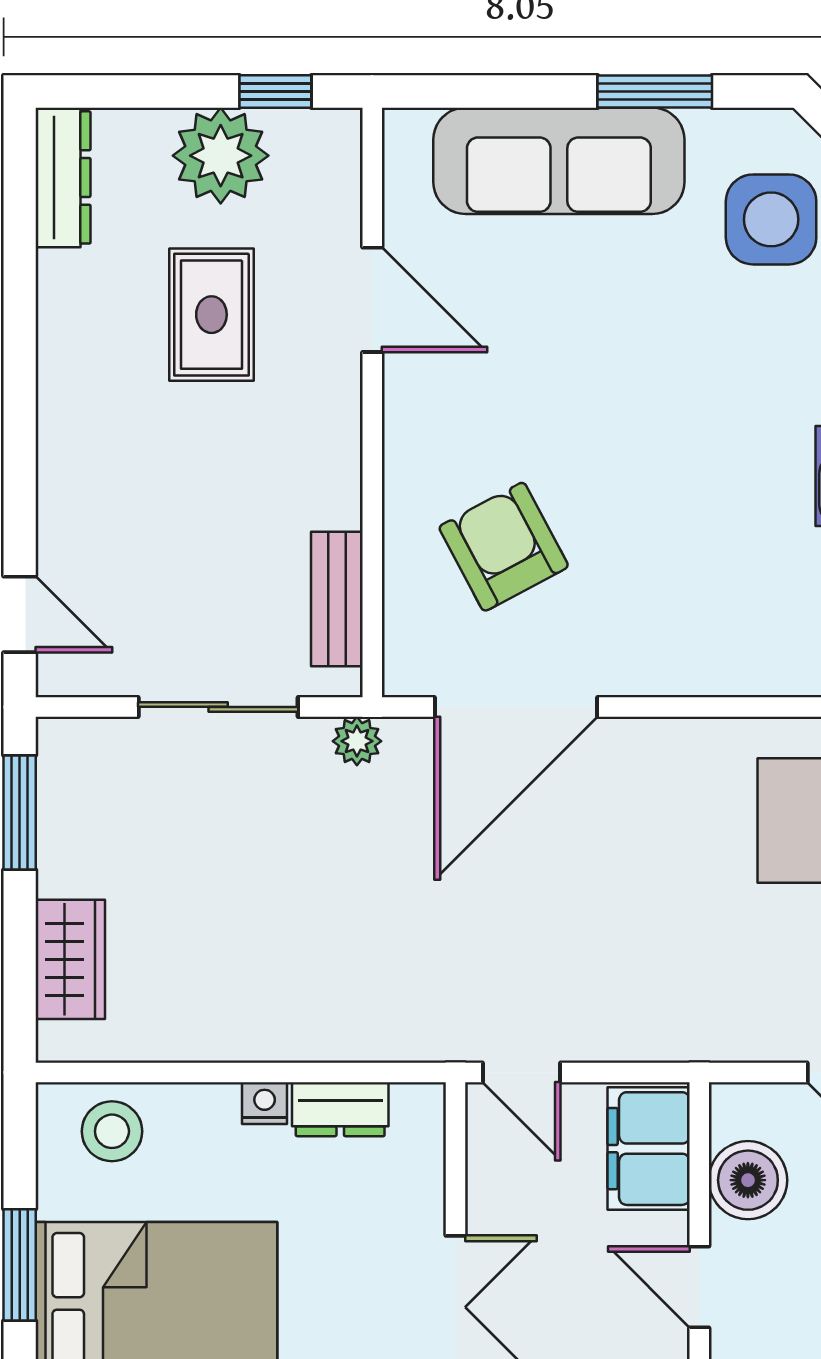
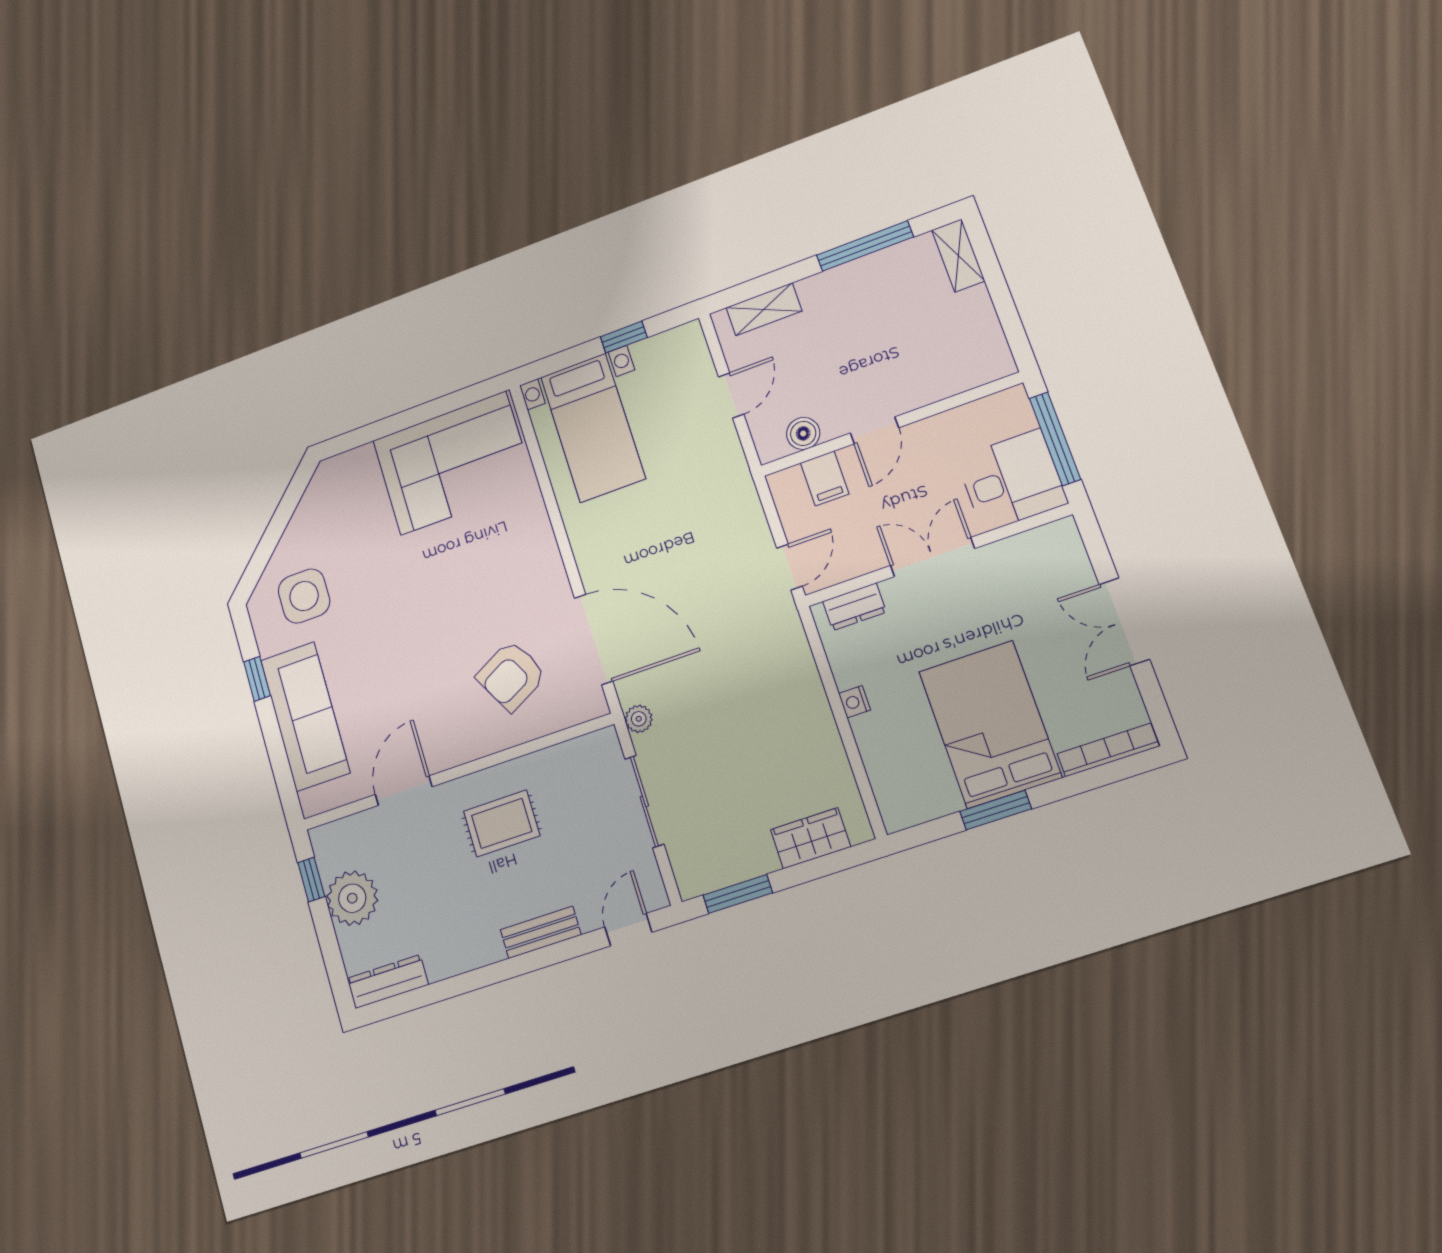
window: (655, 91) -> (257, 679), width x0.67
rug: (211, 315) -> (502, 823), moved
bench: (337, 599) -> (541, 932), moved
dresser: (340, 1109) -> (854, 607), moved, turned 90
stool: (112, 1131) -> (900, 782), removed
filing cabinet: (649, 1149) -> (825, 478), width x0.50
boiler: (748, 1180) -> (803, 433), width x0.73, depth x0.73

